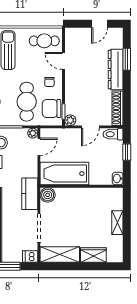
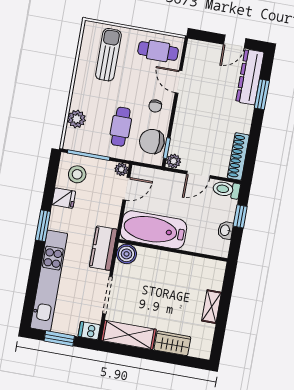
dresser: (116, 69) -> (250, 77), moved
cafe table: (27, 102) -> (121, 127), width x0.73, depth x0.74
washbasin: (118, 178) -> (225, 230), moved

